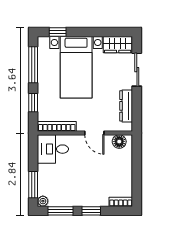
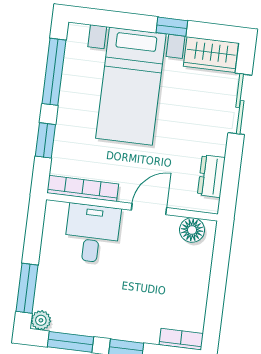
window: (58, 32) -> (172, 27), moved
dresser: (126, 106) -> (211, 176), width x0.70
door: (94, 133) -> (149, 209), swing flipped
desk: (53, 149) -> (92, 233), moved, turned 90

